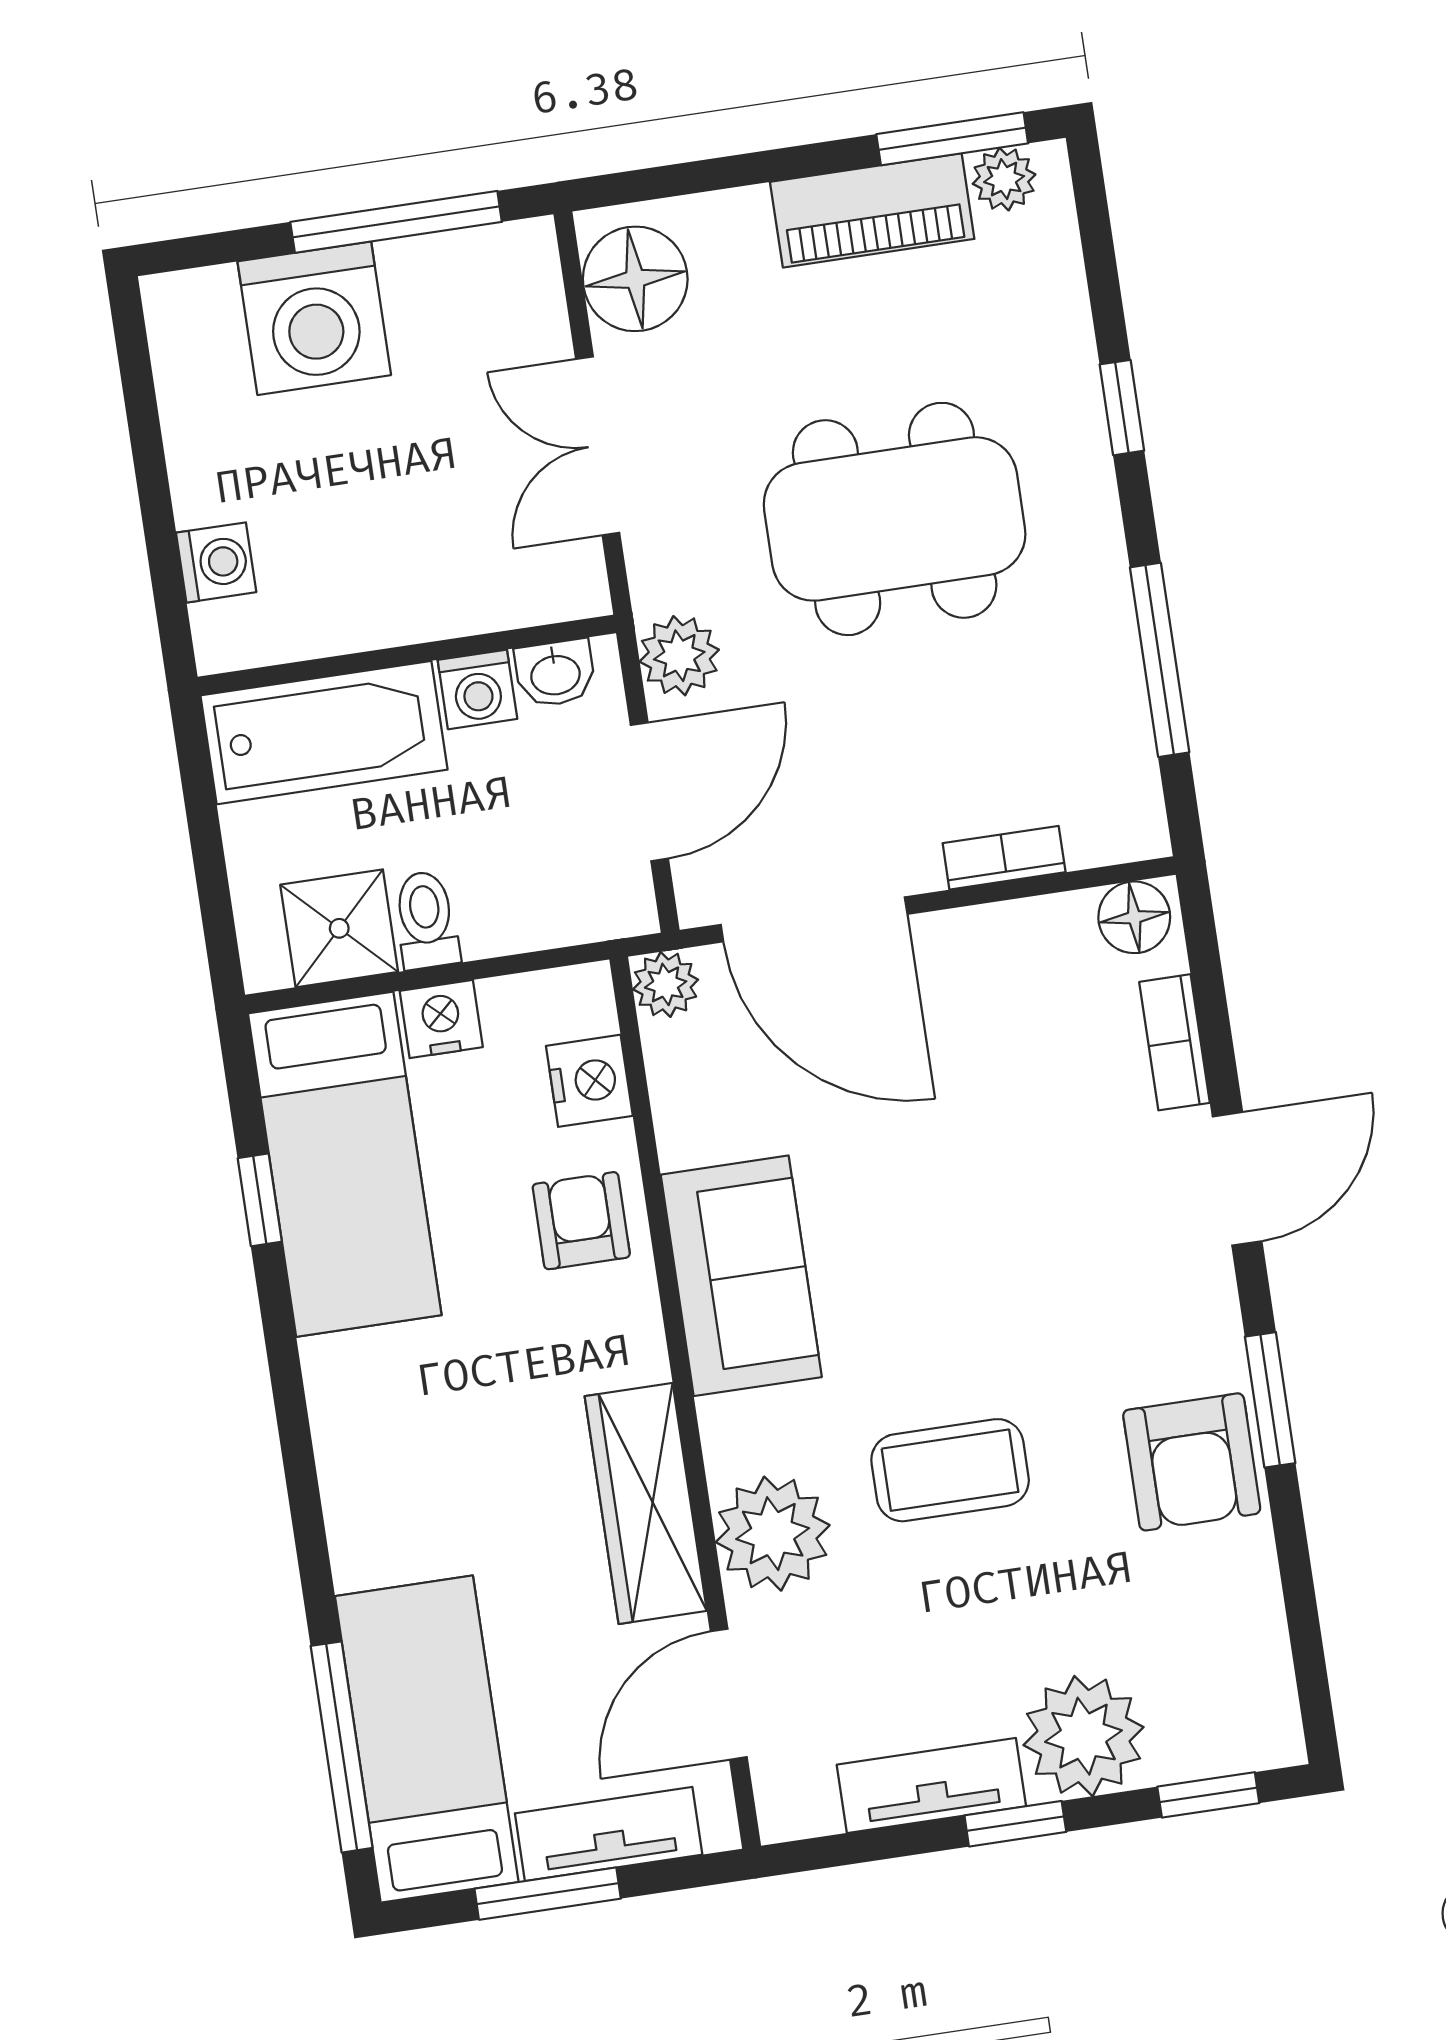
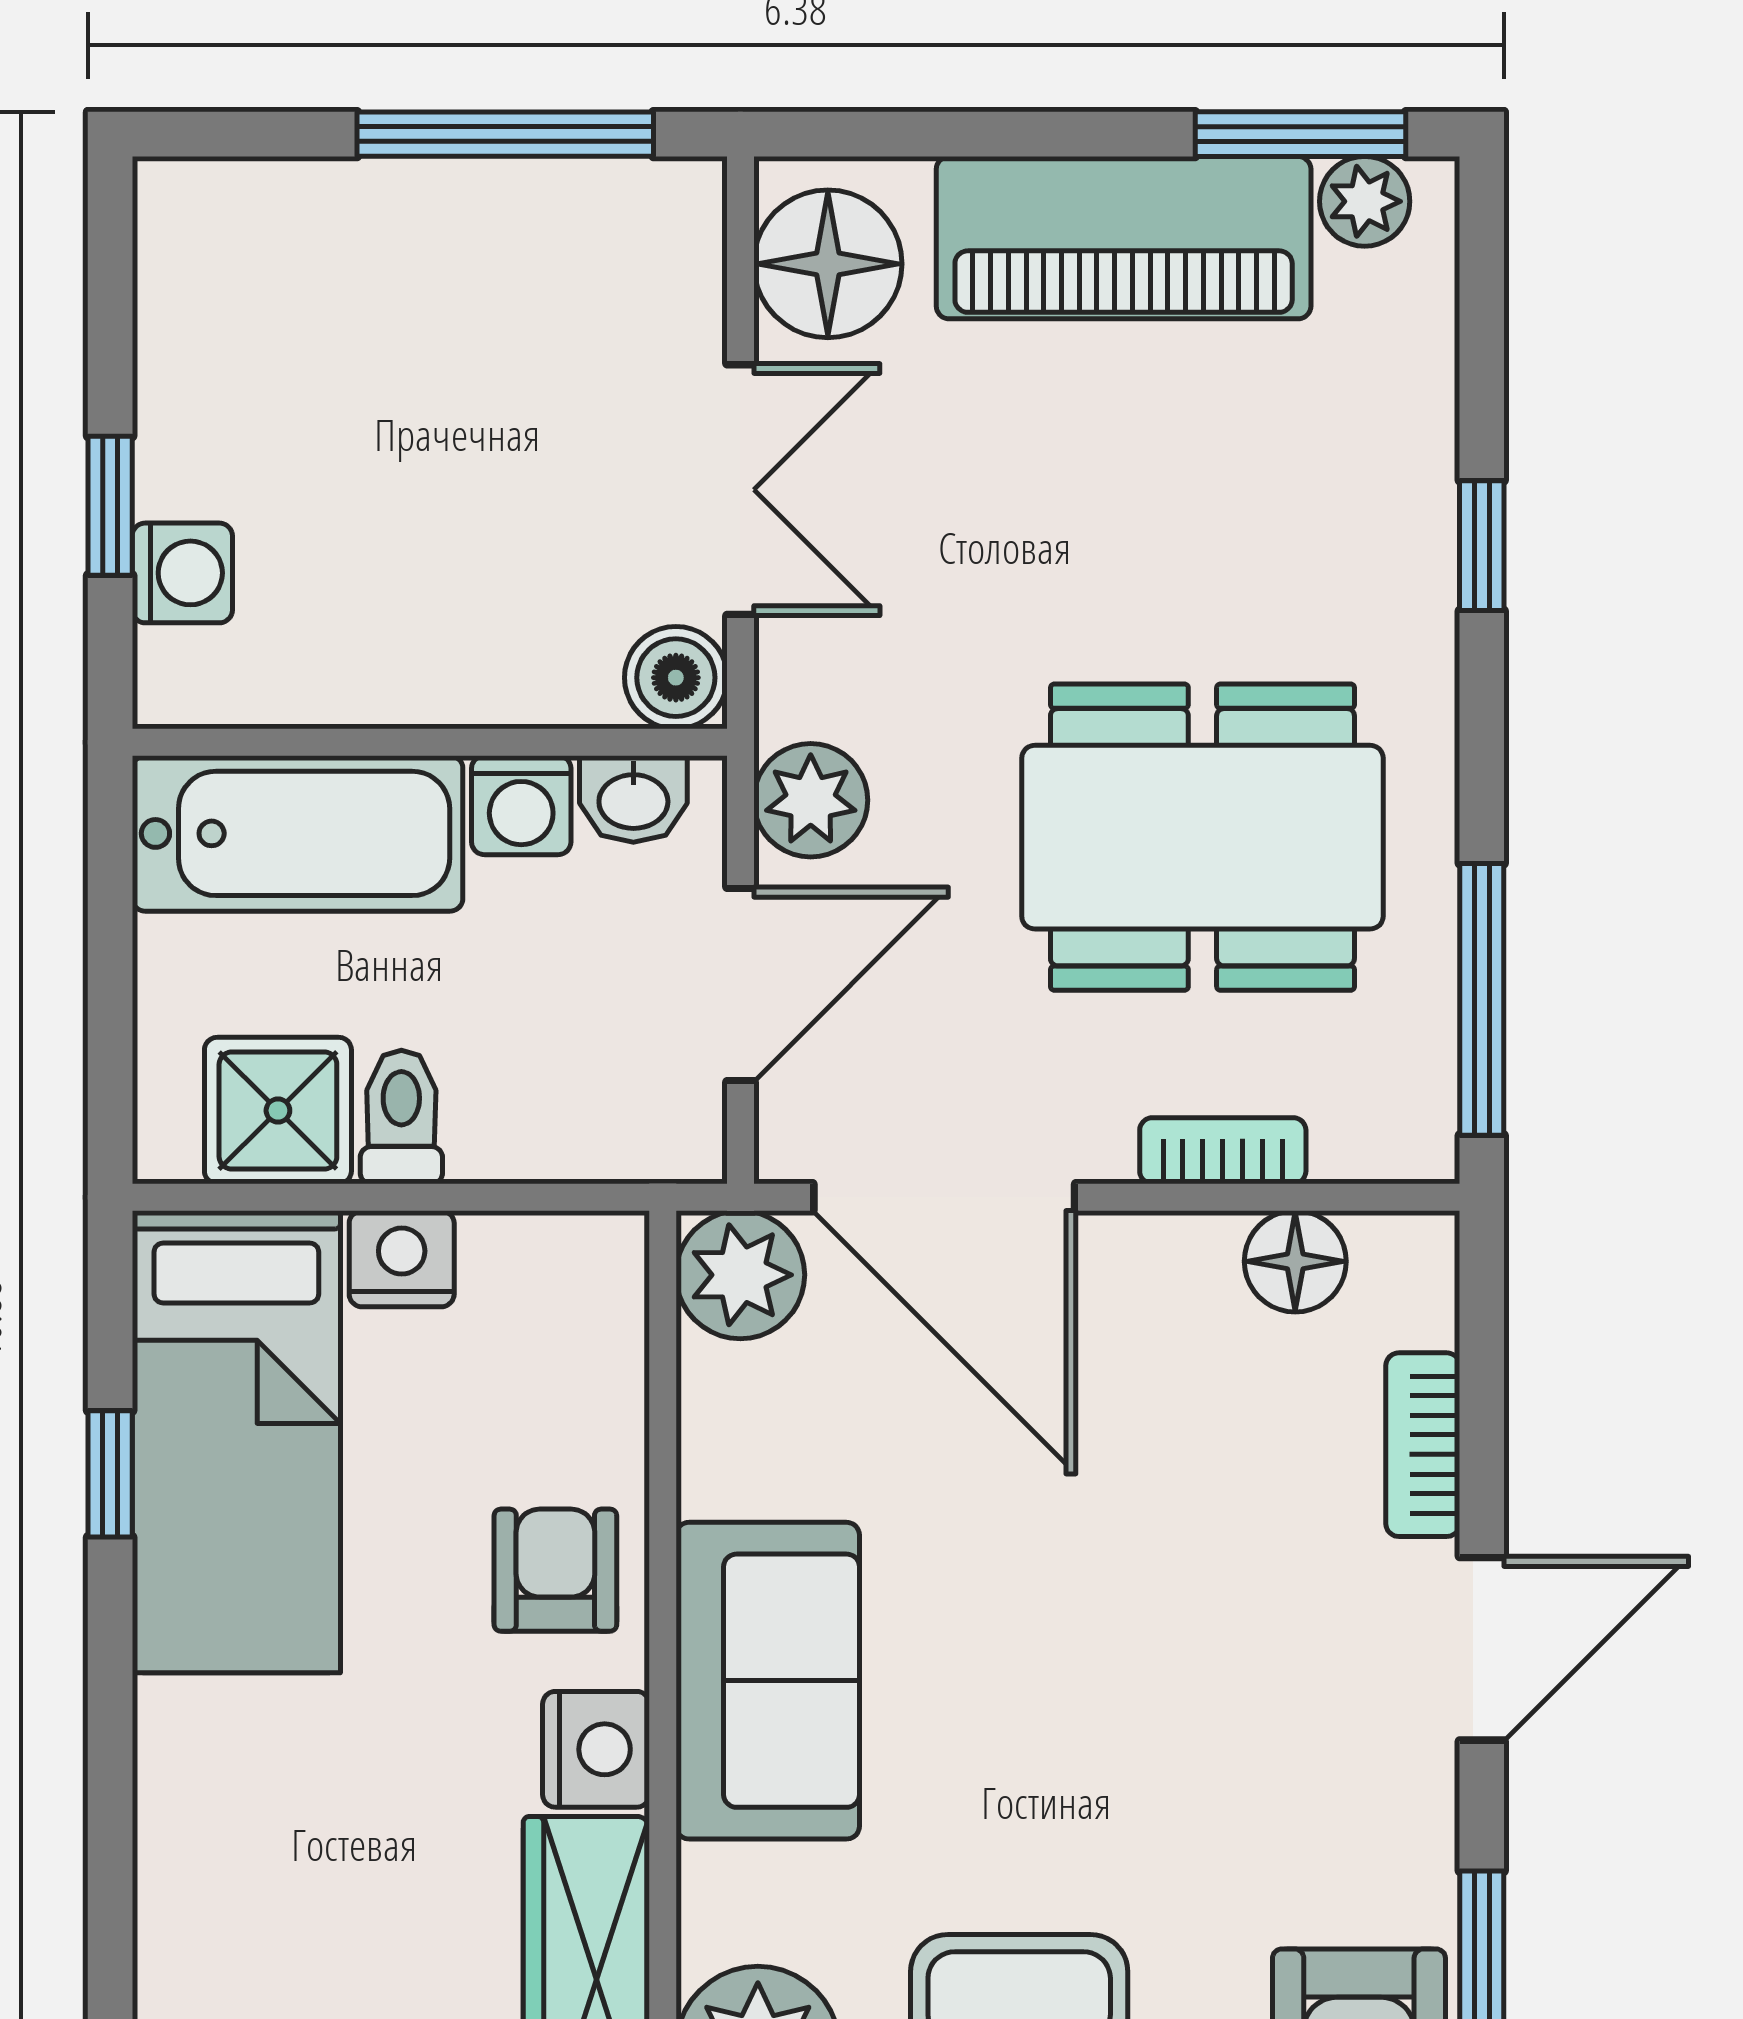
piano: (872, 210) -> (1124, 238), width x1.37, depth x1.33
washing machine: (314, 318) -> (371, 252), removed
double door: (598, 446) -> (740, 490), swing flipped
dining table: (895, 519) -> (1202, 837), moved
window: (159, 523) -> (110, 506), added
boiler: (572, 584) -> (676, 678), added
window: (1160, 660) -> (1482, 999), moved
floor lamp: (1134, 917) -> (1295, 1261), moved
plant: (666, 984) -> (740, 1275), width x1.38, depth x1.38
nightstand: (589, 1081) -> (596, 1749), moved

